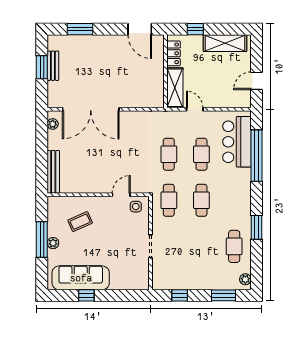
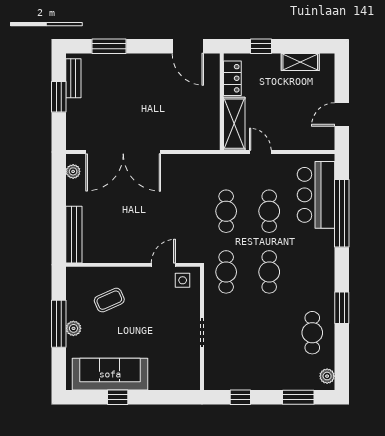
shelving: (225, 43) -> (300, 62), width x0.67, depth x0.75
bench: (53, 66) -> (73, 78), moved

